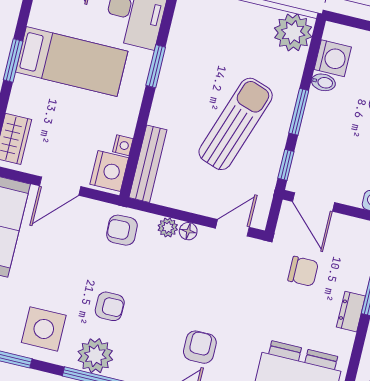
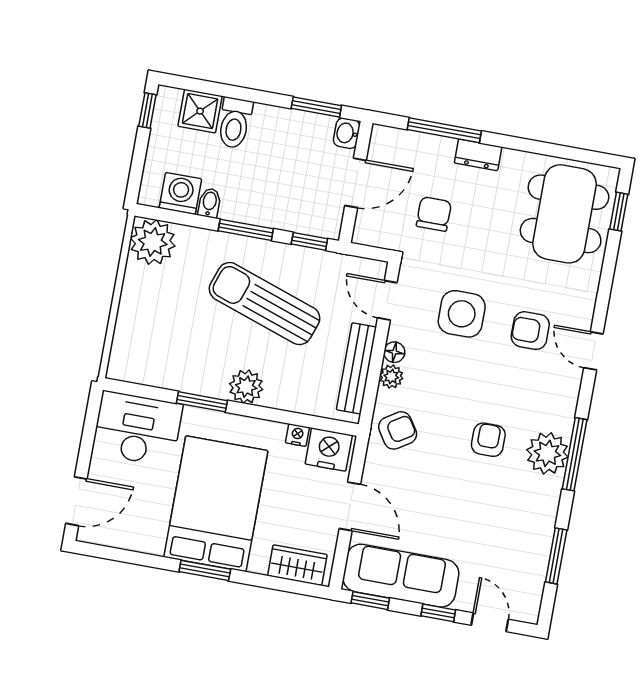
bed: (72, 62) -> (216, 504), width x1.50
plant: (166, 104) -> (246, 387), added
bench: (148, 164) -> (356, 368), moved, turned 90
door: (314, 202) -> (356, 183), moved
armchair: (122, 230) -> (398, 430), turned -121
side table: (44, 329) -> (462, 314), moved

